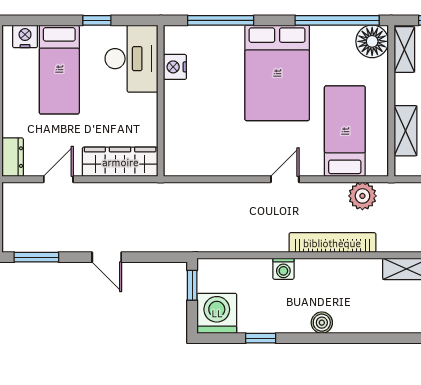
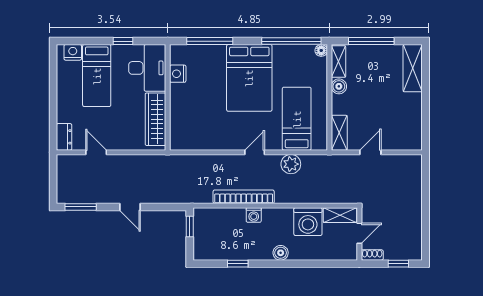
floor lamp: (372, 41) -> (321, 50), width x0.53, depth x0.53
boiler: (405, 85) -> (339, 86), added
shelving: (406, 131) -> (339, 133), moved
wardrobe: (120, 162) -> (156, 119), moved, turned -90
door: (58, 179) -> (96, 152), hinge flipped
plant: (362, 196) -> (291, 164), moved
bookcase: (332, 243) -> (244, 197), moved
washing machine: (217, 313) -> (308, 222), moved, turned 180

